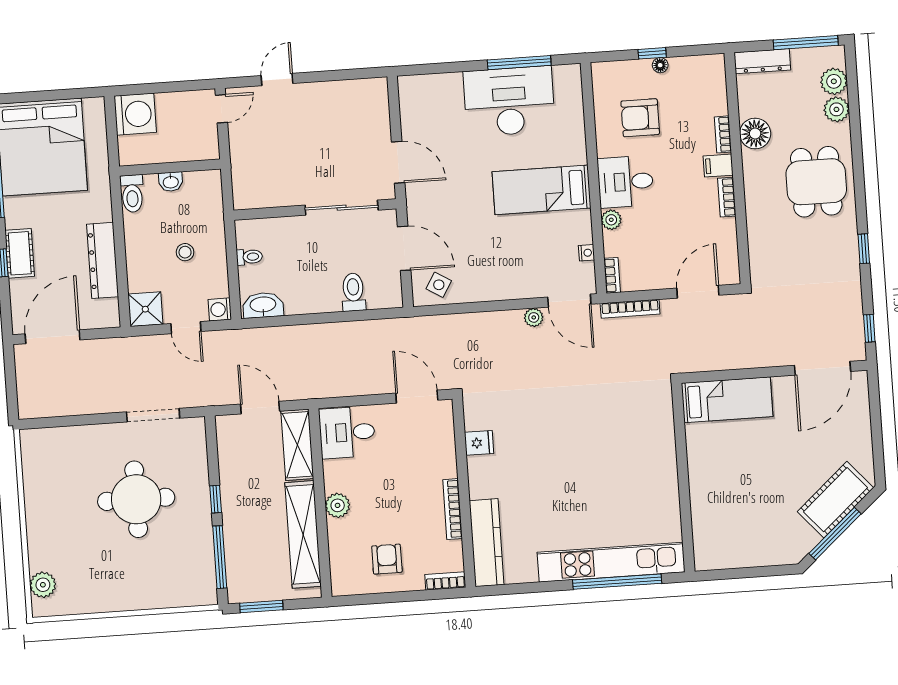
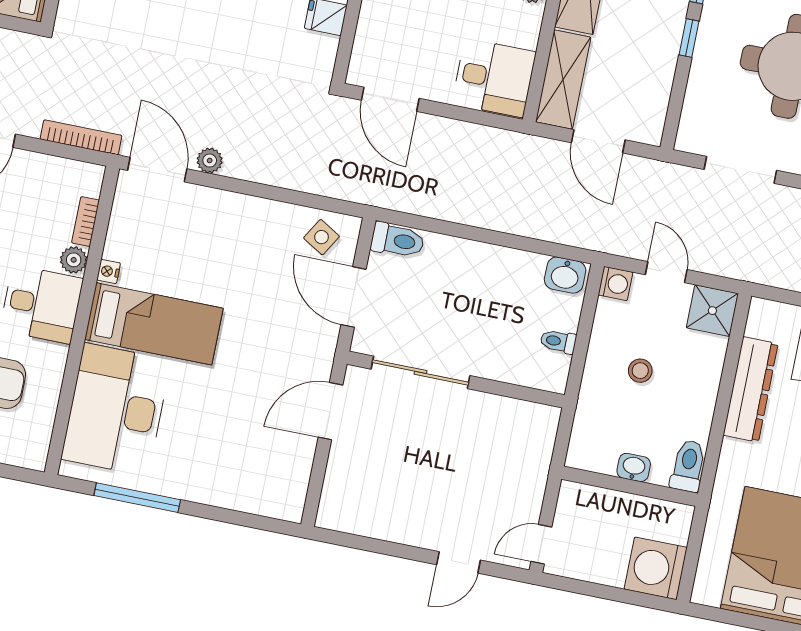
desk: (509, 101) -> (116, 410), moved, turned 90
door: (398, 162) -> (330, 411), hinge flipped
nightstand: (586, 253) -> (109, 271), moved
bookcase: (612, 275) -> (86, 222), moved
toilet: (353, 292) -> (398, 240), moved, turned -90
washbasin: (263, 305) -> (565, 275), width x0.72

